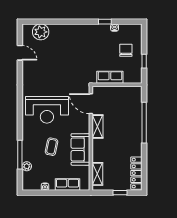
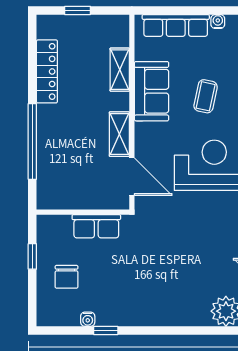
locker: (136, 173) -> (47, 71), moved
shelving: (97, 174) -> (120, 70), moved
row of seats: (67, 185) -> (176, 25), width x1.48

